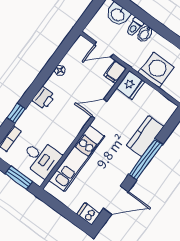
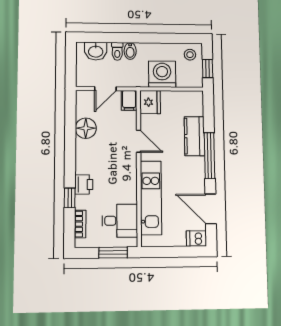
floor lamp: (60, 70) -> (86, 128), width x1.89, depth x1.89
printer: (44, 98) -> (84, 184), moved
door: (99, 109) -> (139, 141), swing flipped
door: (116, 200) -> (211, 209), swing flipped

